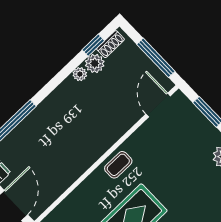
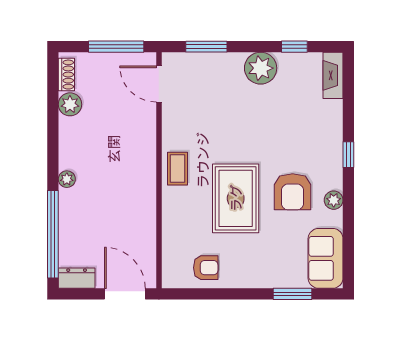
window: (93, 45) -> (53, 90), removed
plant: (80, 74) -> (67, 179), moved

